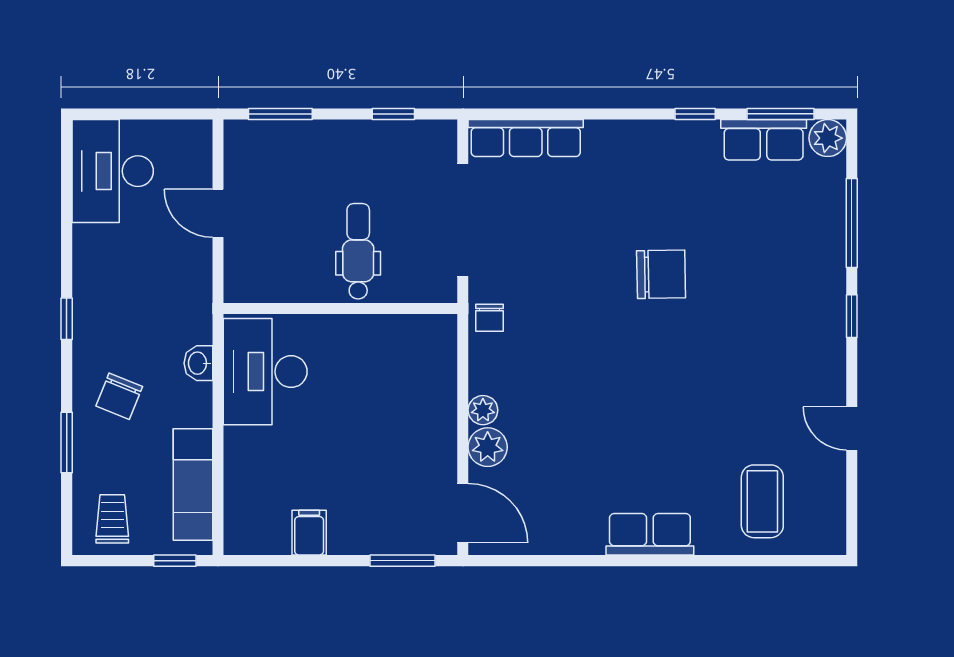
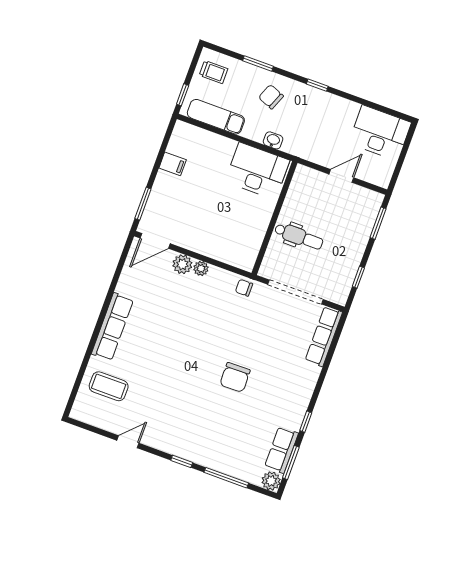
row of seats: (650, 534) -> (112, 327), width x1.48

